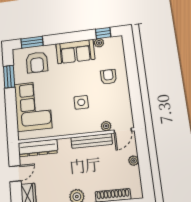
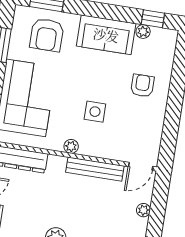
plant: (106, 126) -> (71, 146), moved

